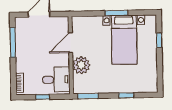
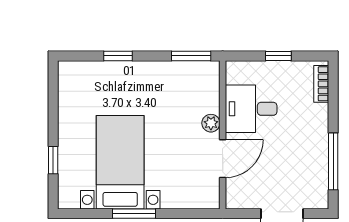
plant: (81, 65) -> (211, 123), width x0.53, depth x0.53
desk: (56, 80) -> (251, 109), moved

